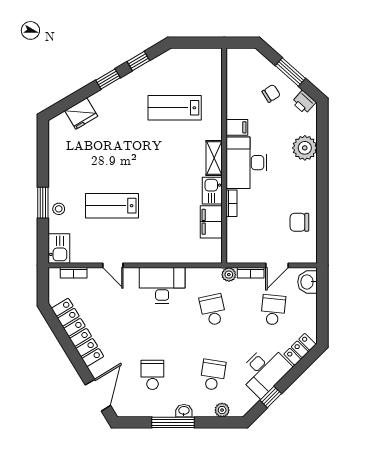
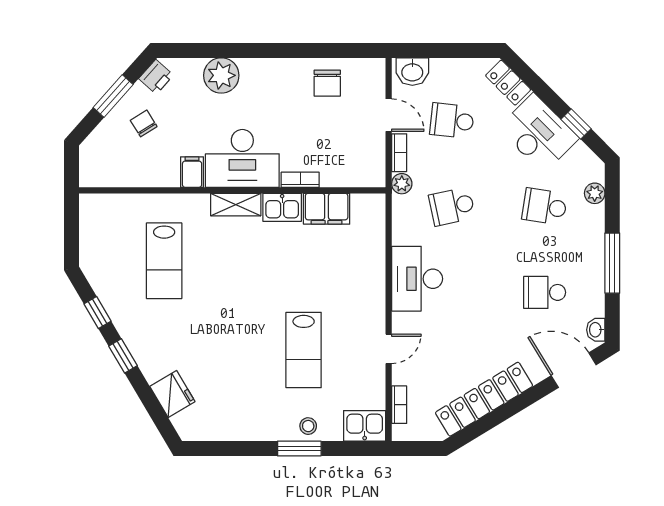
washbasin: (184, 411) -> (596, 330), moved

